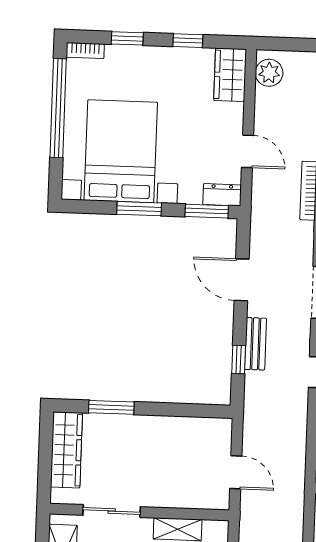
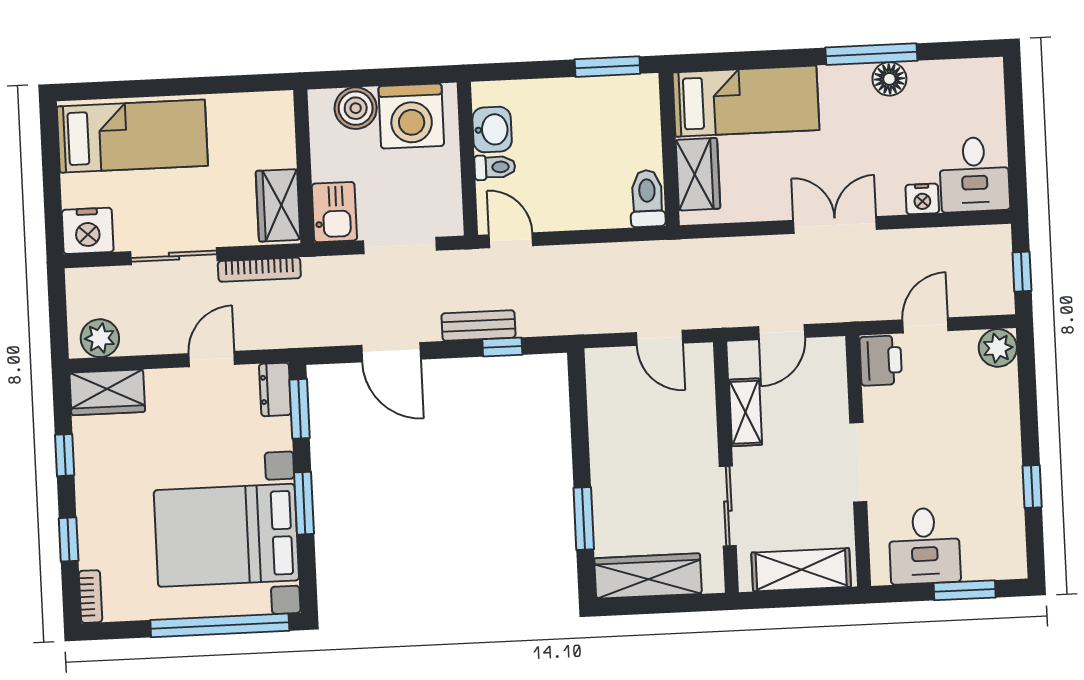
window: (58, 108) -> (220, 625), moved
door: (242, 280) -> (391, 352), hinge flipped
door: (236, 472) -> (659, 338), swing flipped

